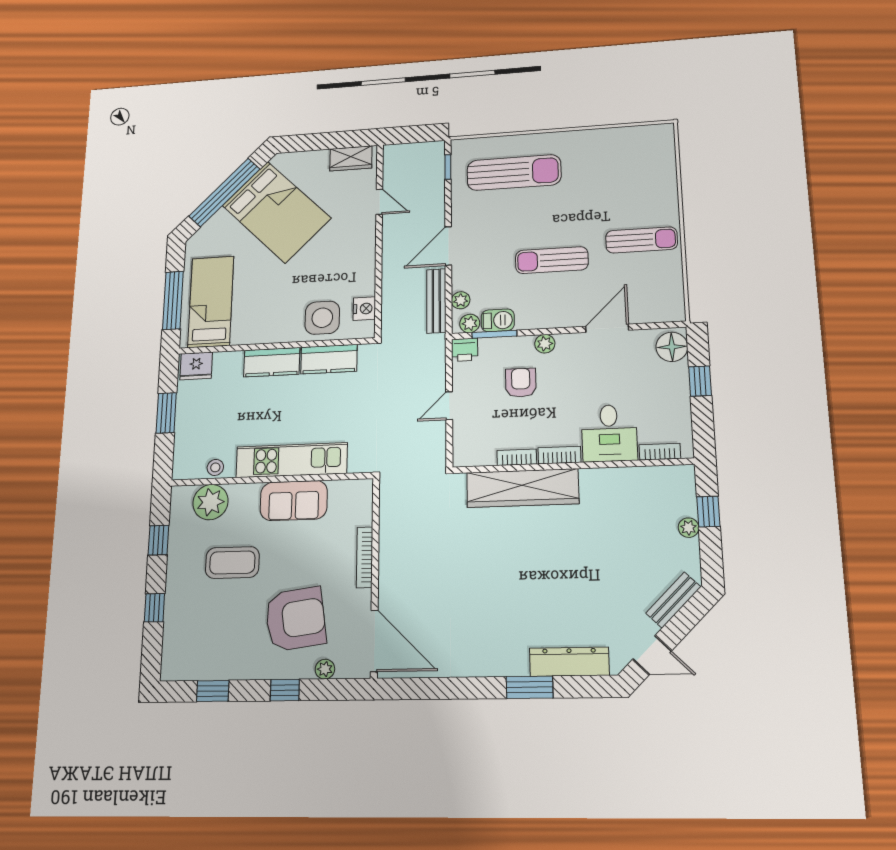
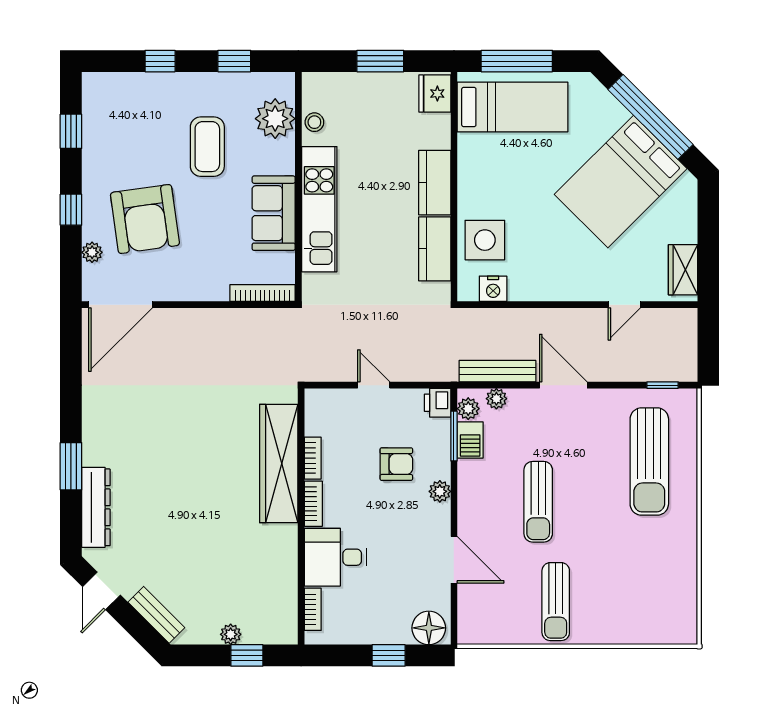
sun lounger: (552, 260) -> (538, 502), turned 180
bookcase: (365, 557) -> (263, 293), moved

